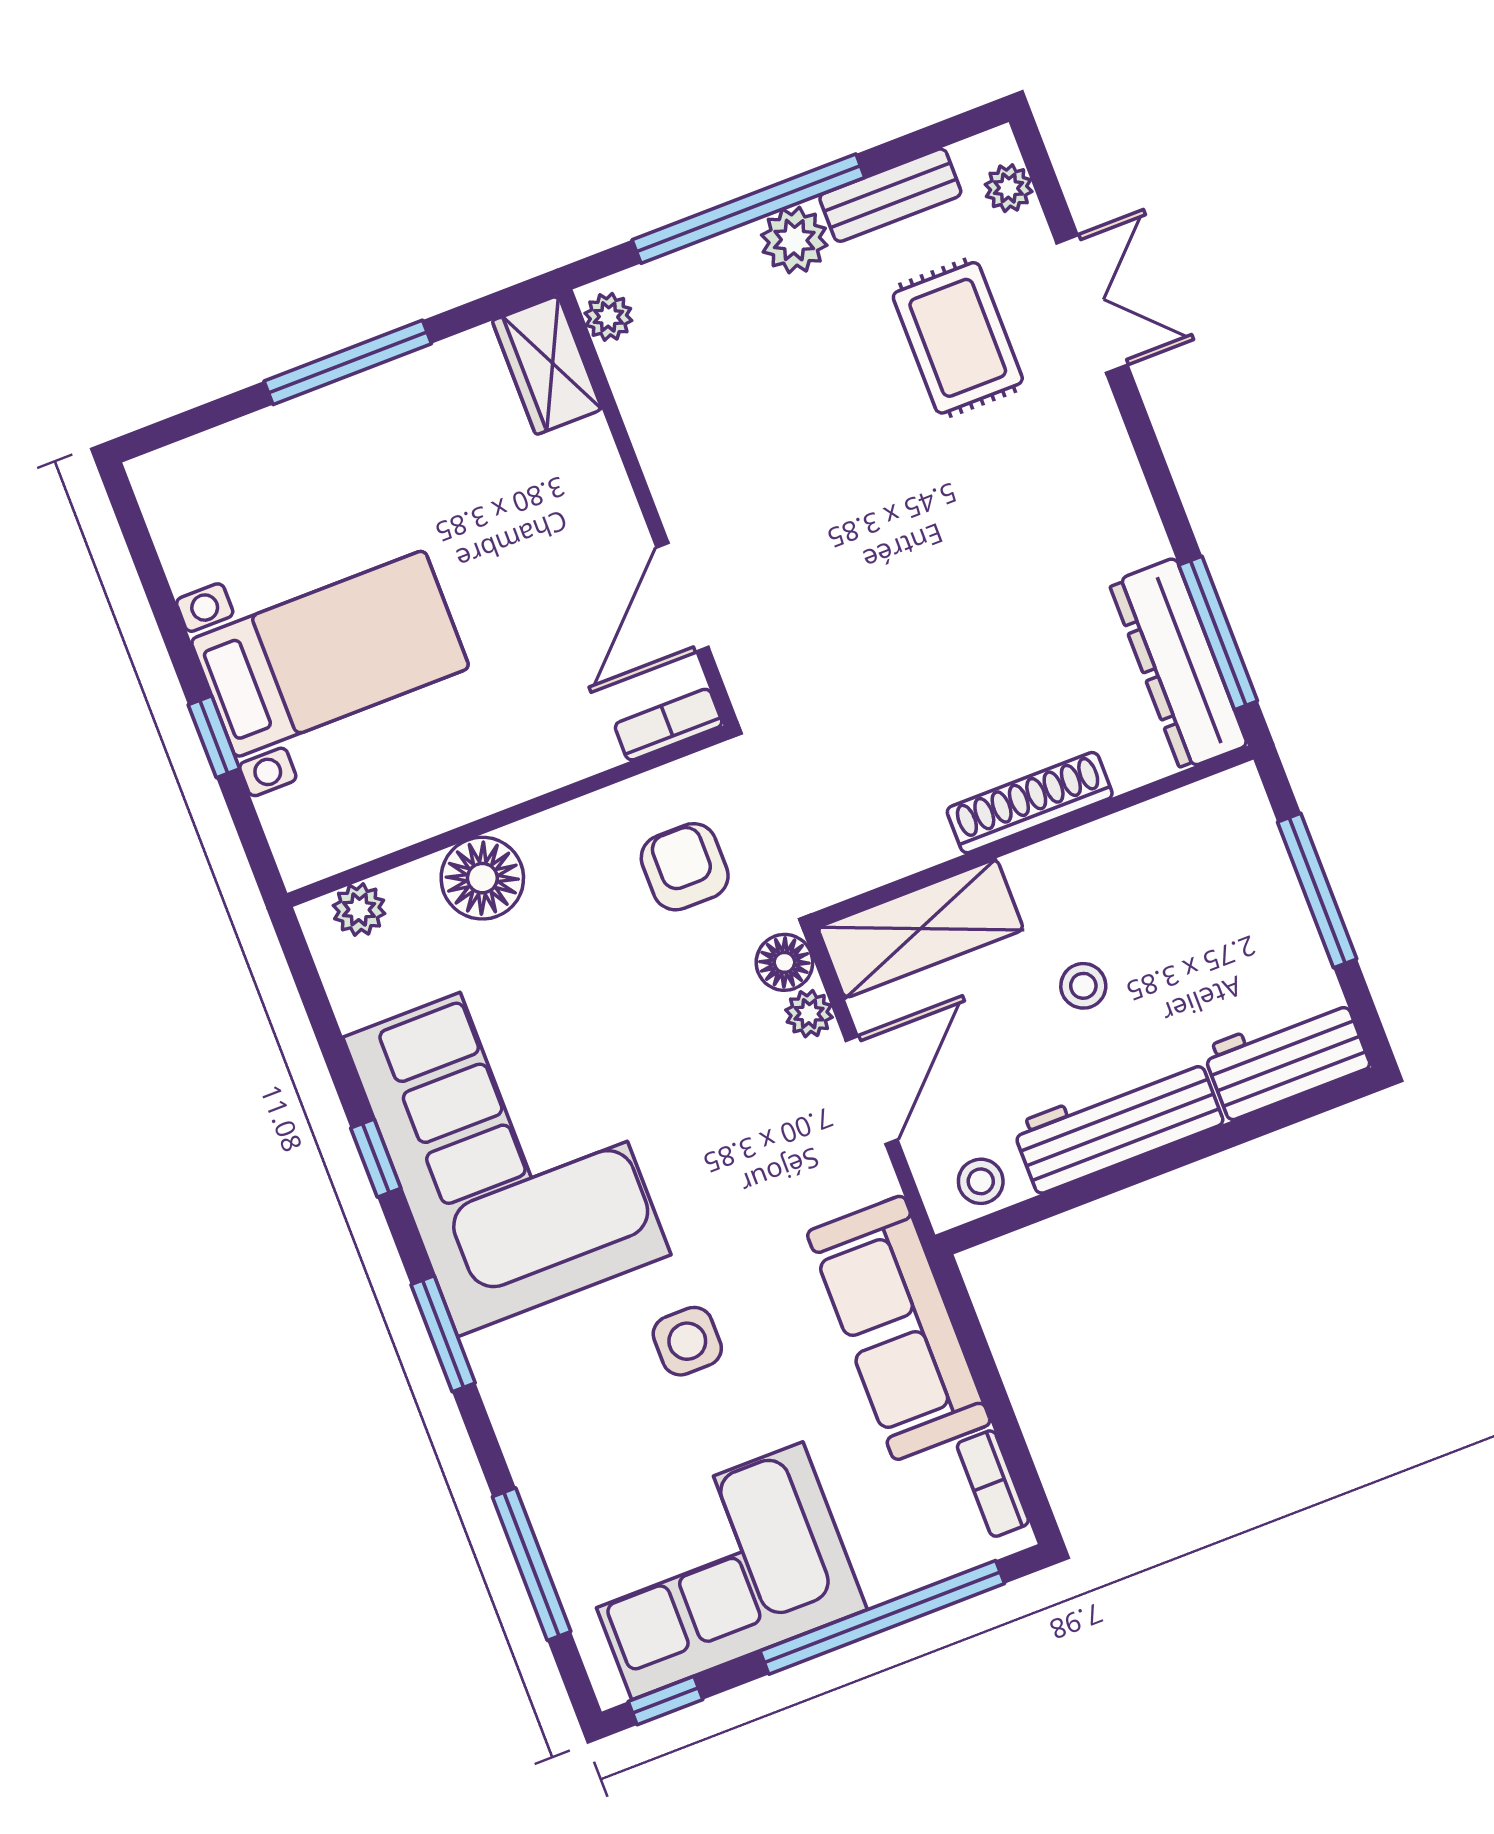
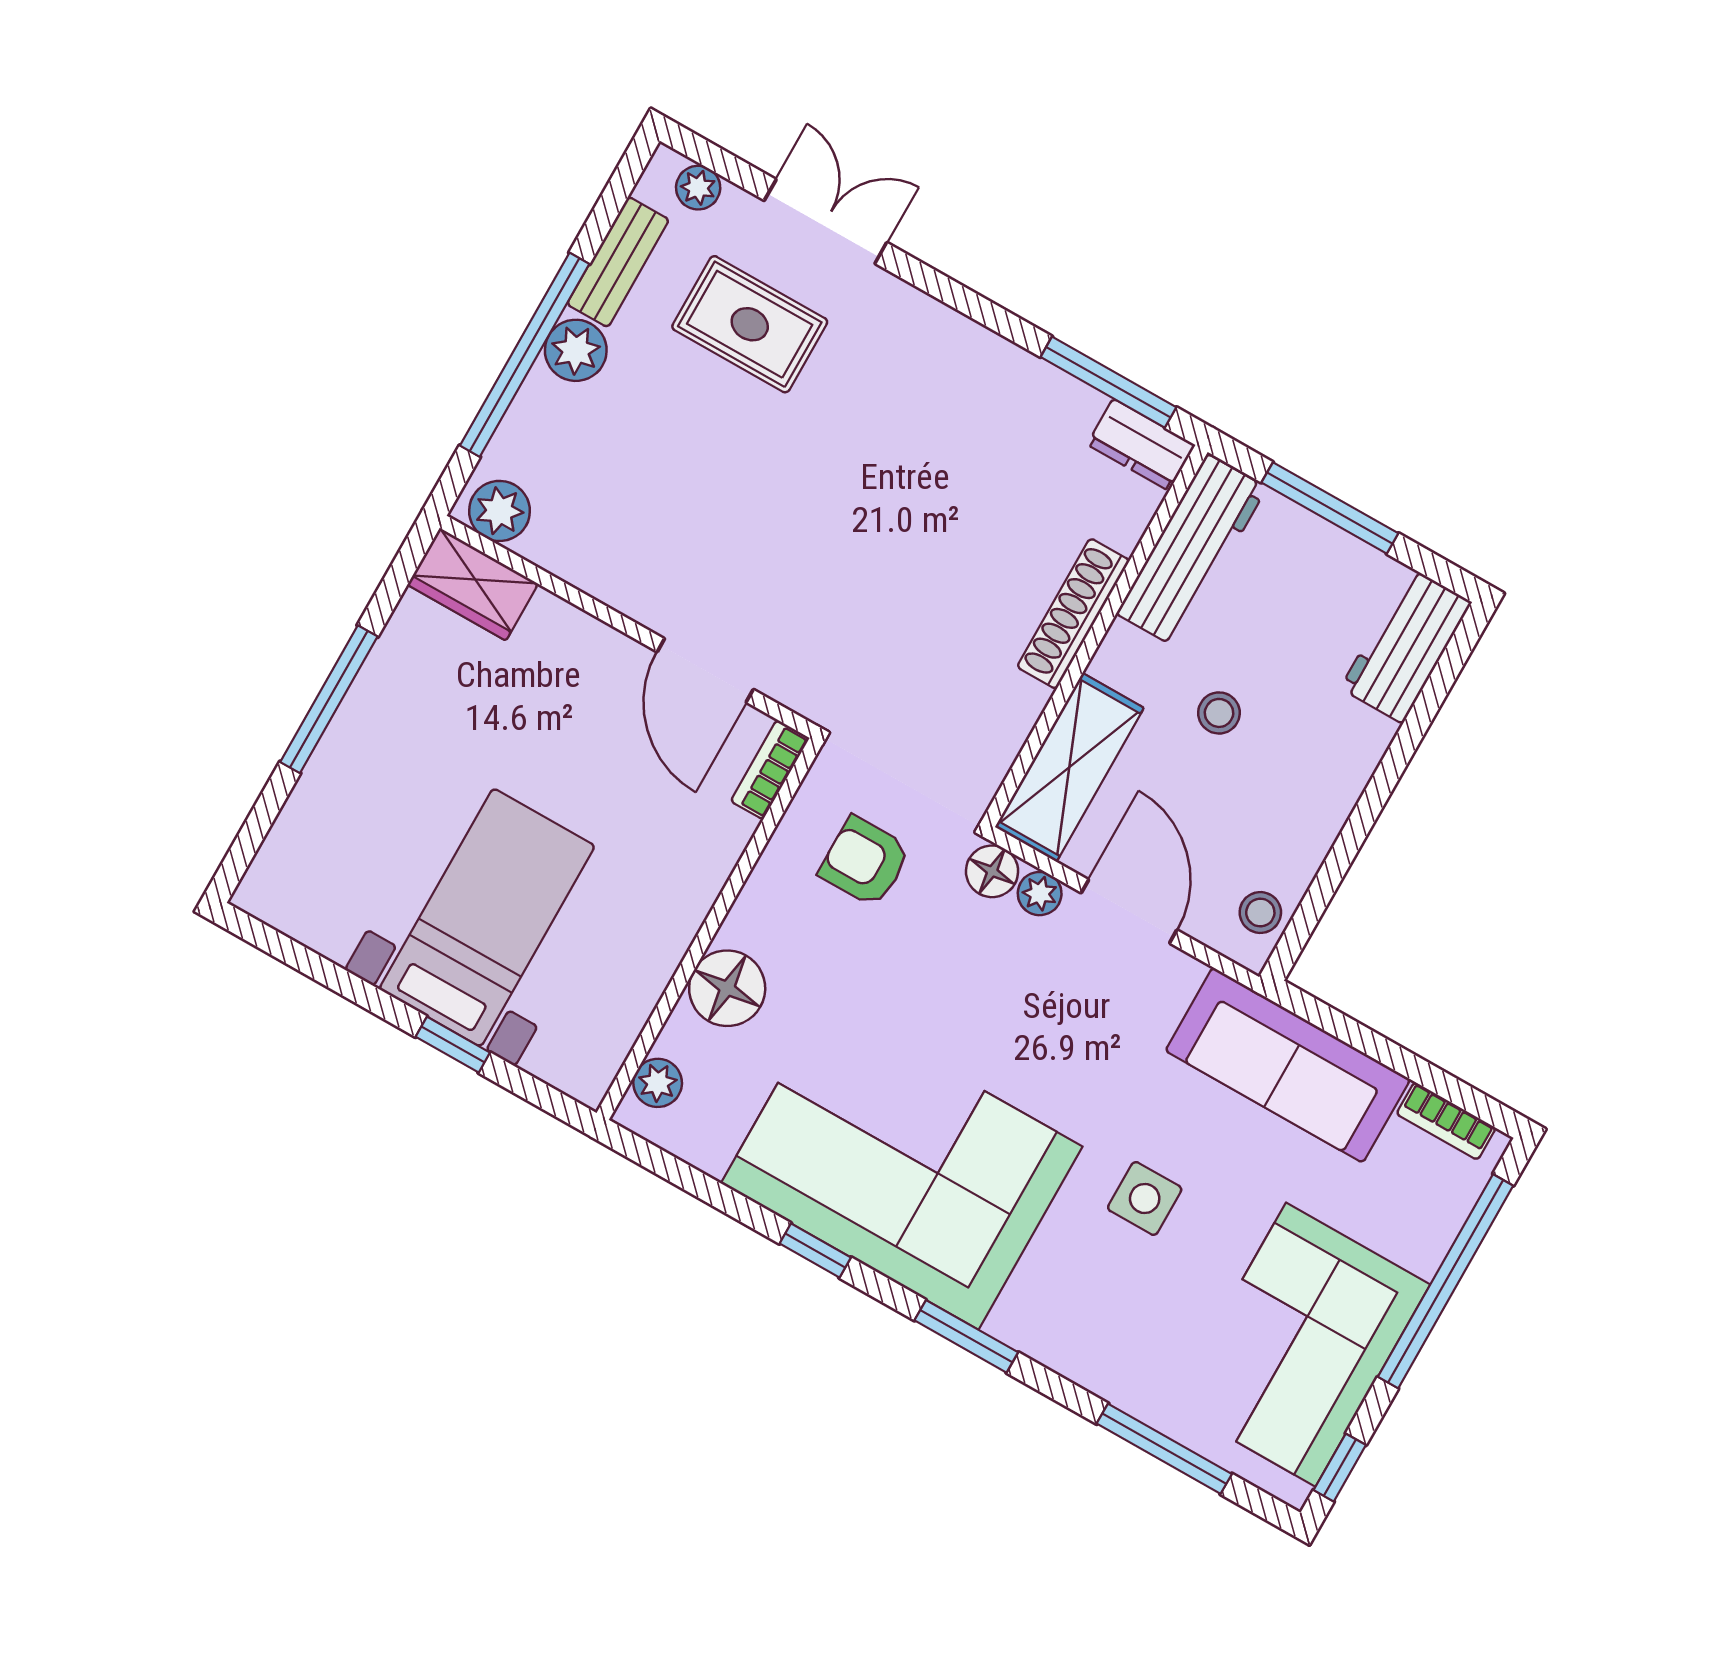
plant: (608, 317) -> (500, 511), width x1.38, depth x1.38
dresser: (1178, 664) -> (1141, 445), width x0.51, depth x0.80
workbench: (1118, 1124) -> (1192, 551), moved, turned 180

